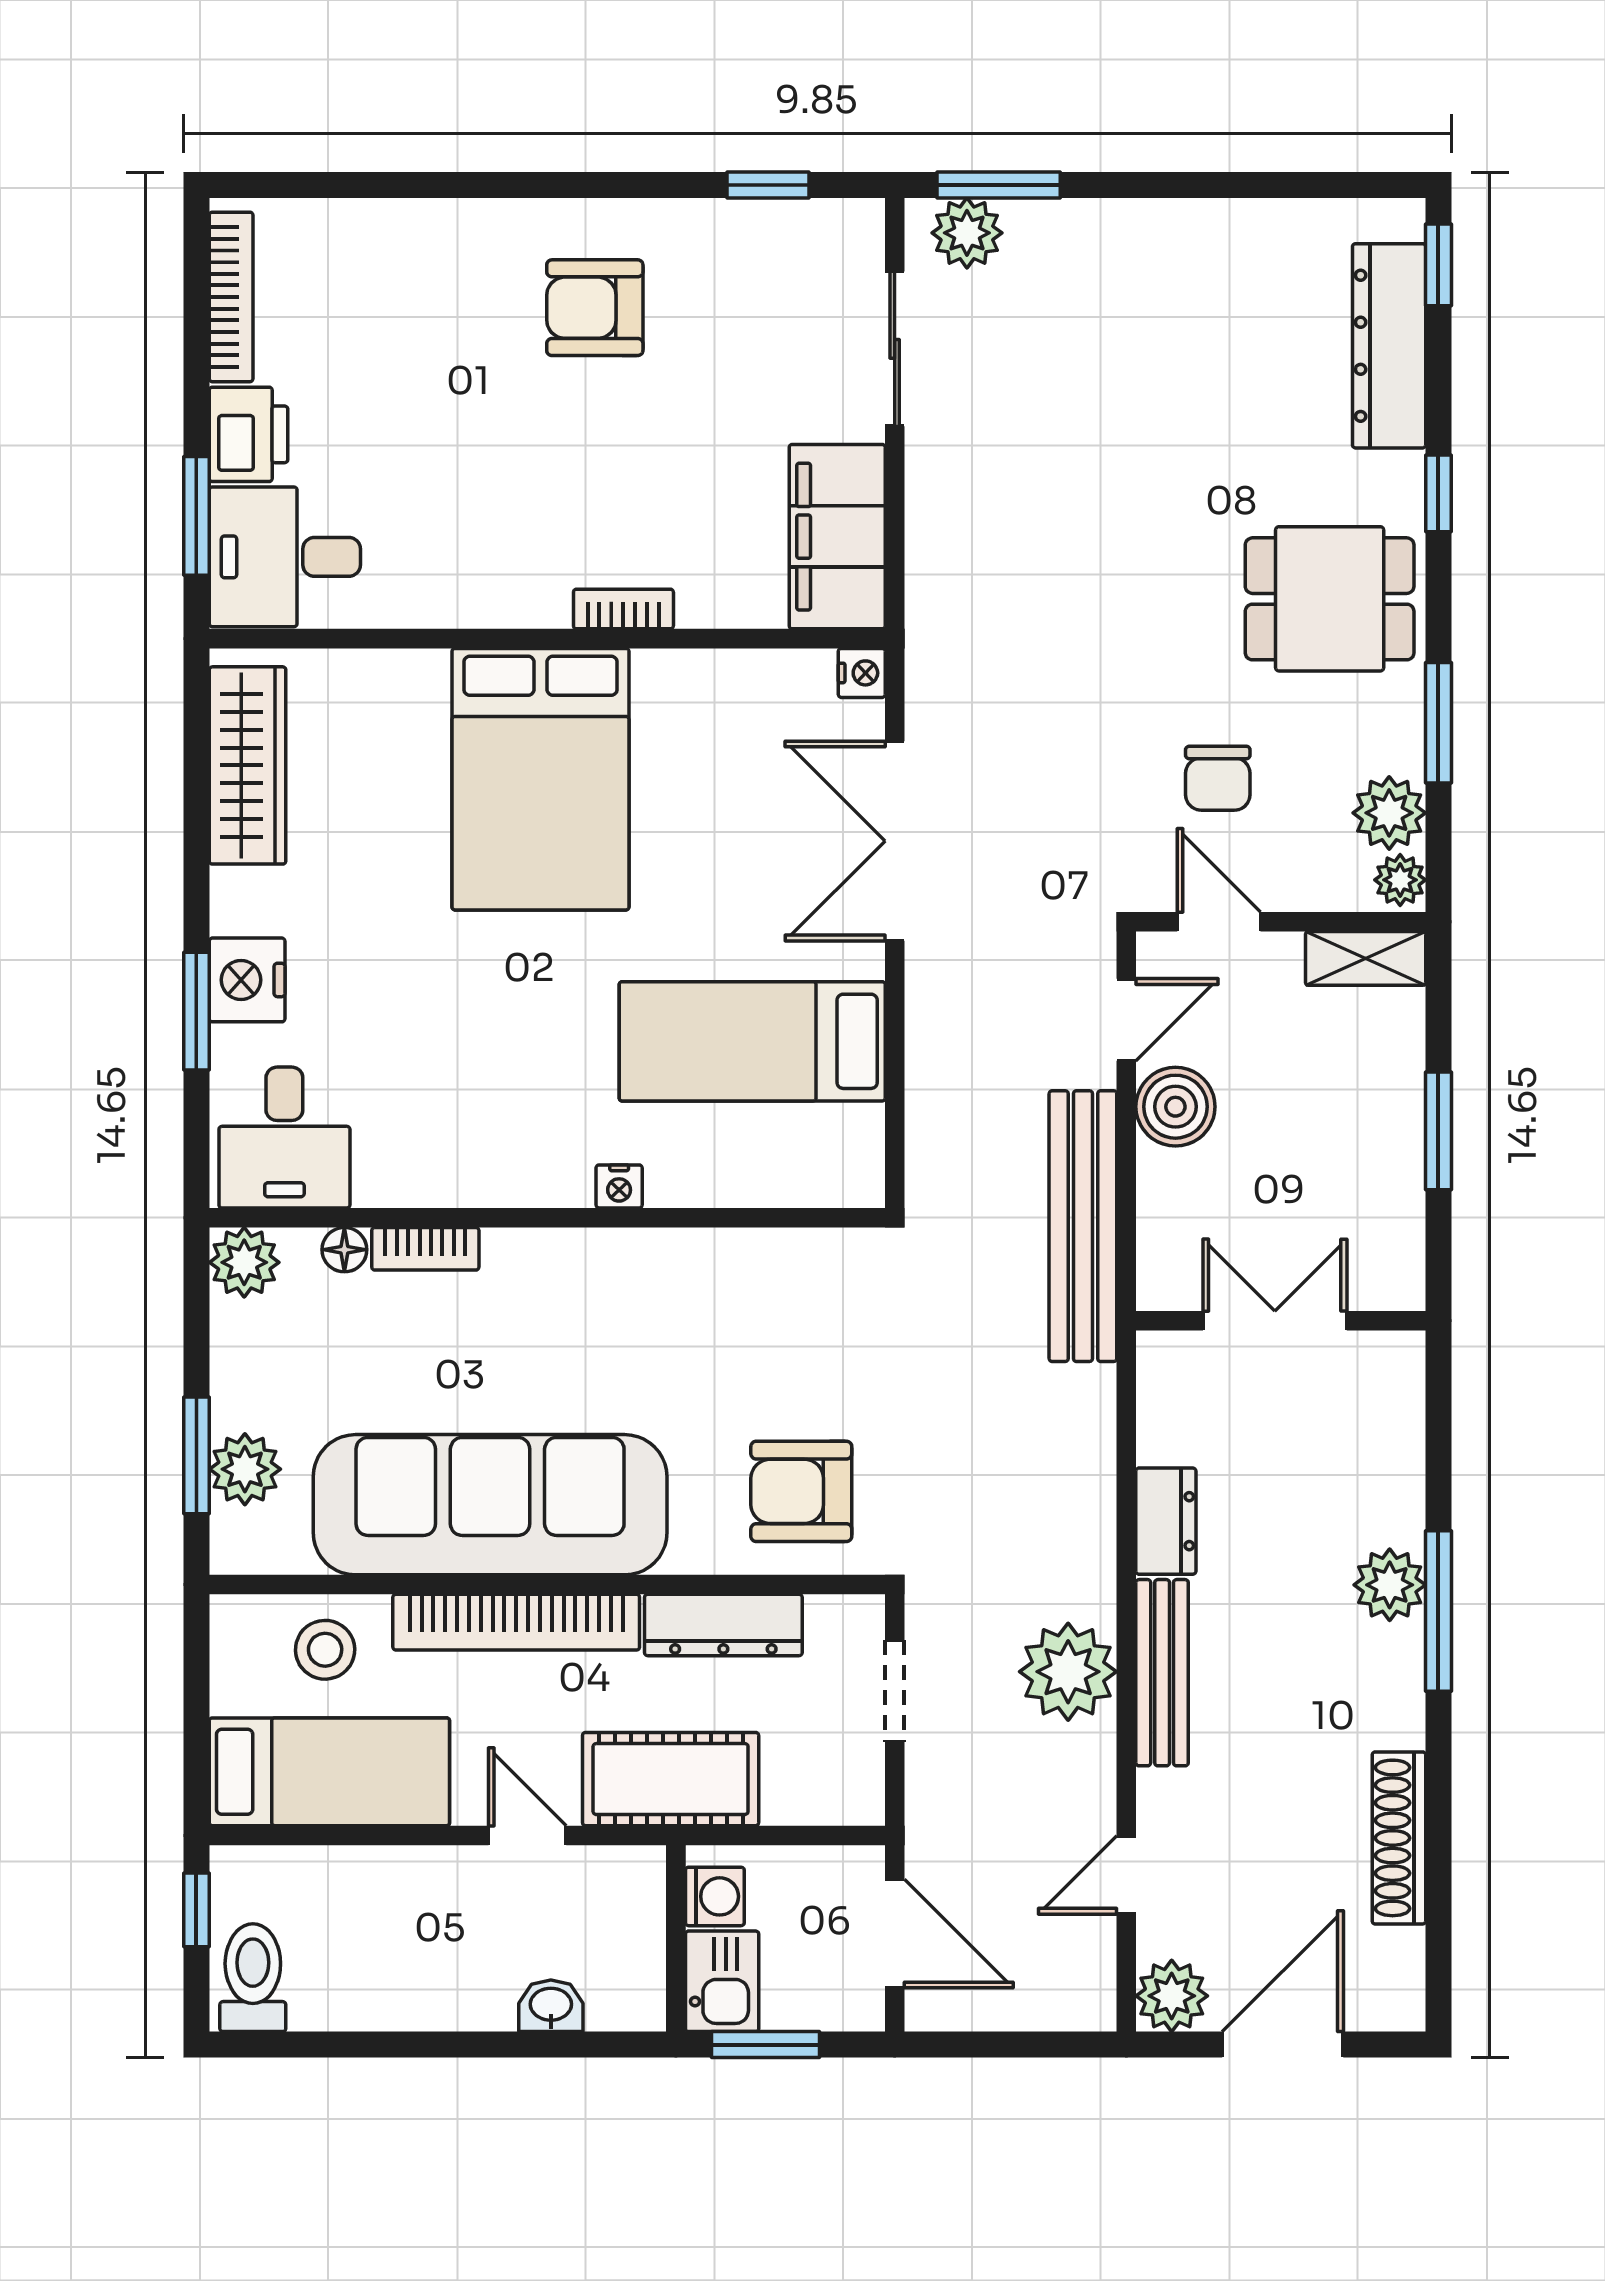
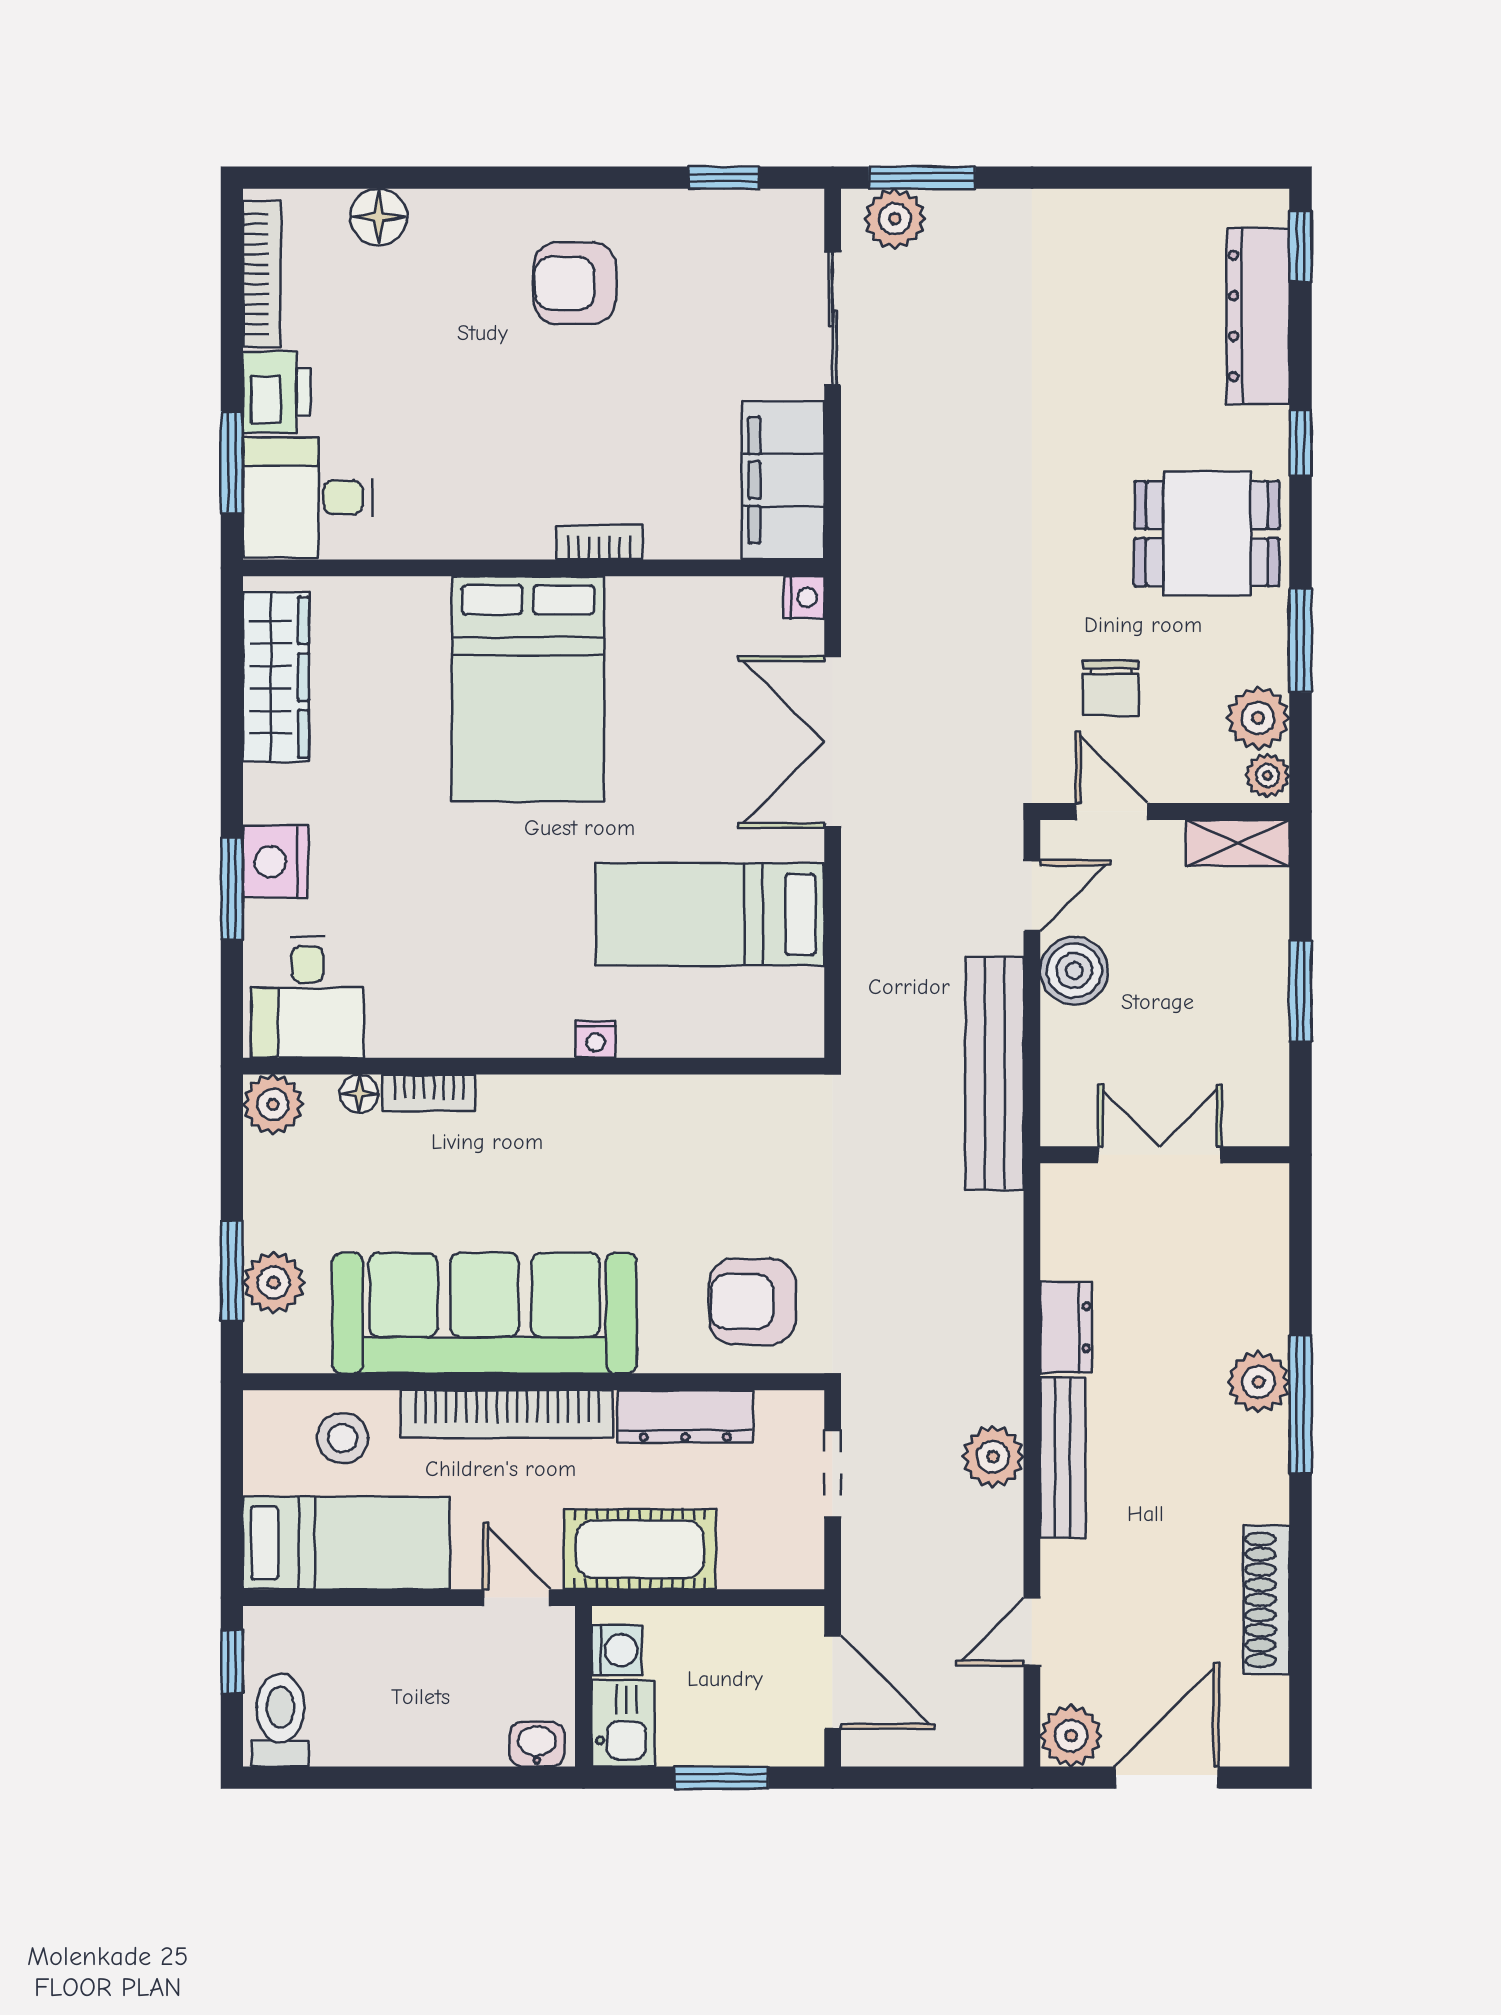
floor lamp: (367, 231) -> (379, 217), added
plant: (1068, 1672) -> (993, 1457), width x0.73, depth x0.73
washing machine: (715, 1896) -> (617, 1650), moved
wall: (676, 1938) -> (583, 1686), moved
kitchen sink: (722, 1981) -> (623, 1723), moved

